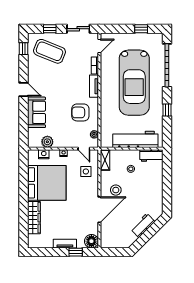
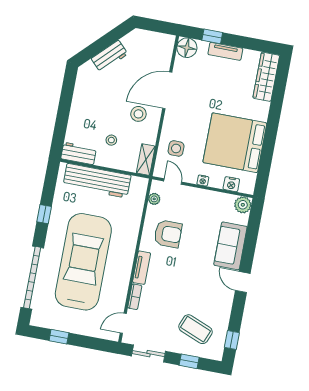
coffee table: (50, 51) -> (195, 329), width x0.73, depth x0.76
plant: (47, 142) -> (243, 205), moved
wardrobe: (34, 218) -> (266, 77), moved

